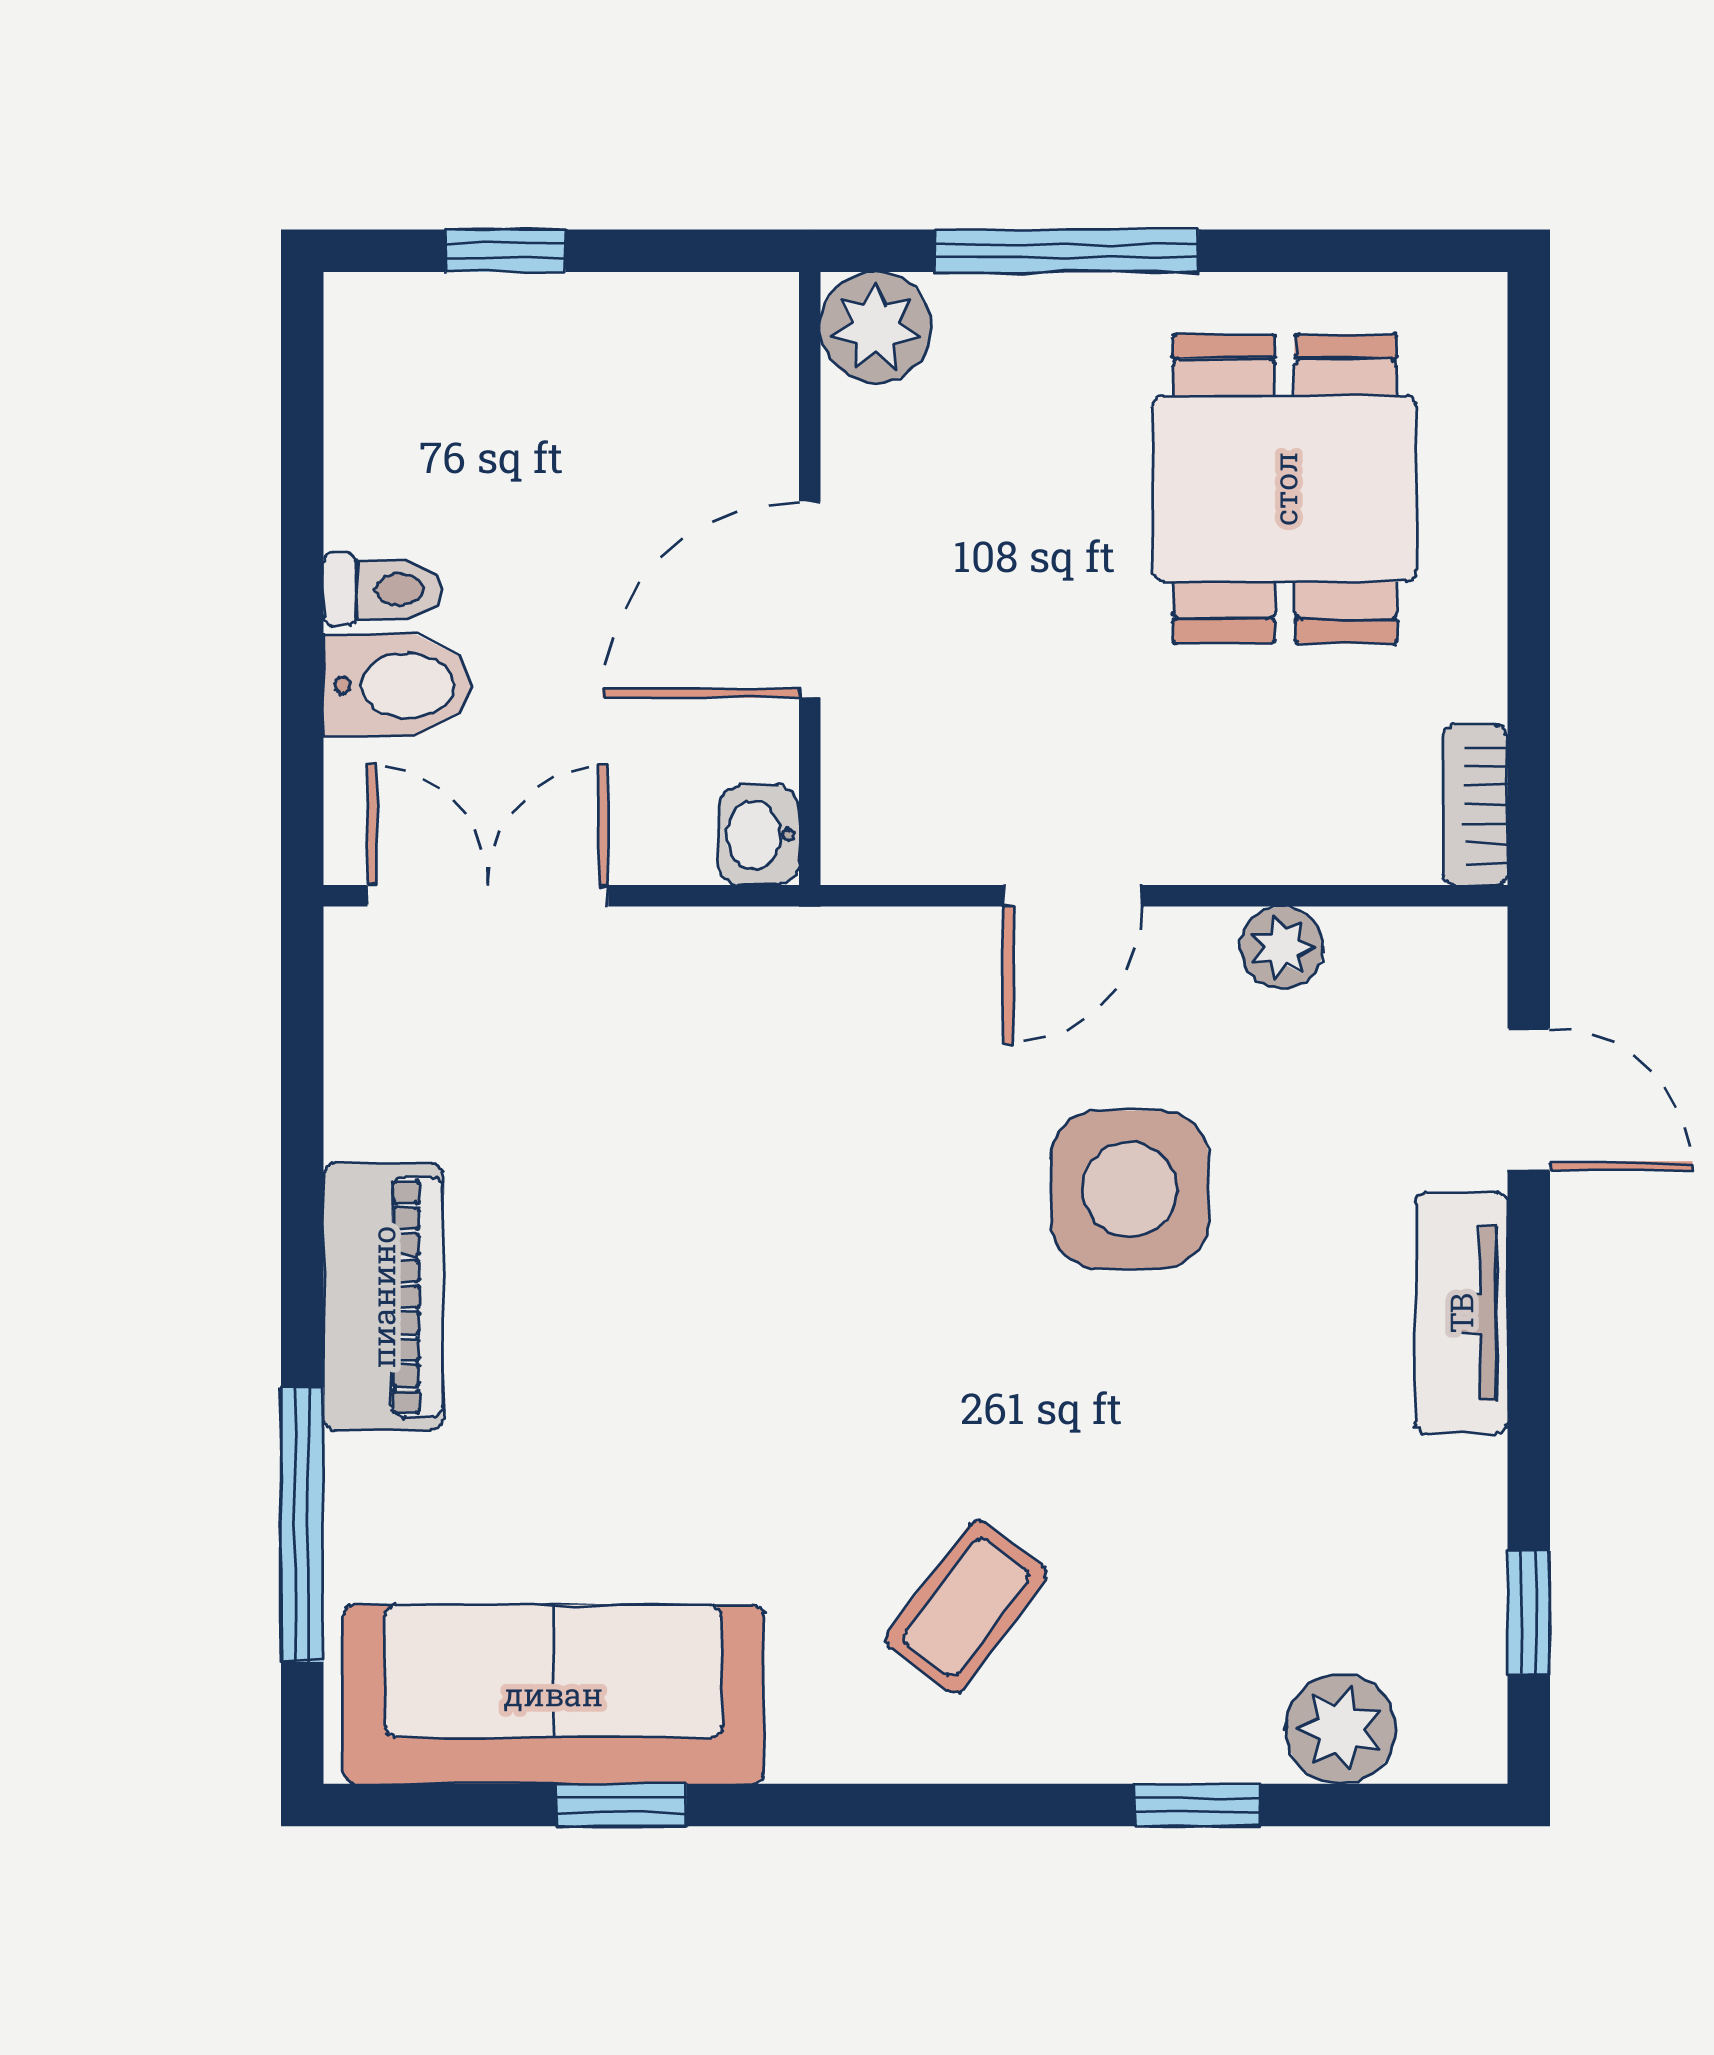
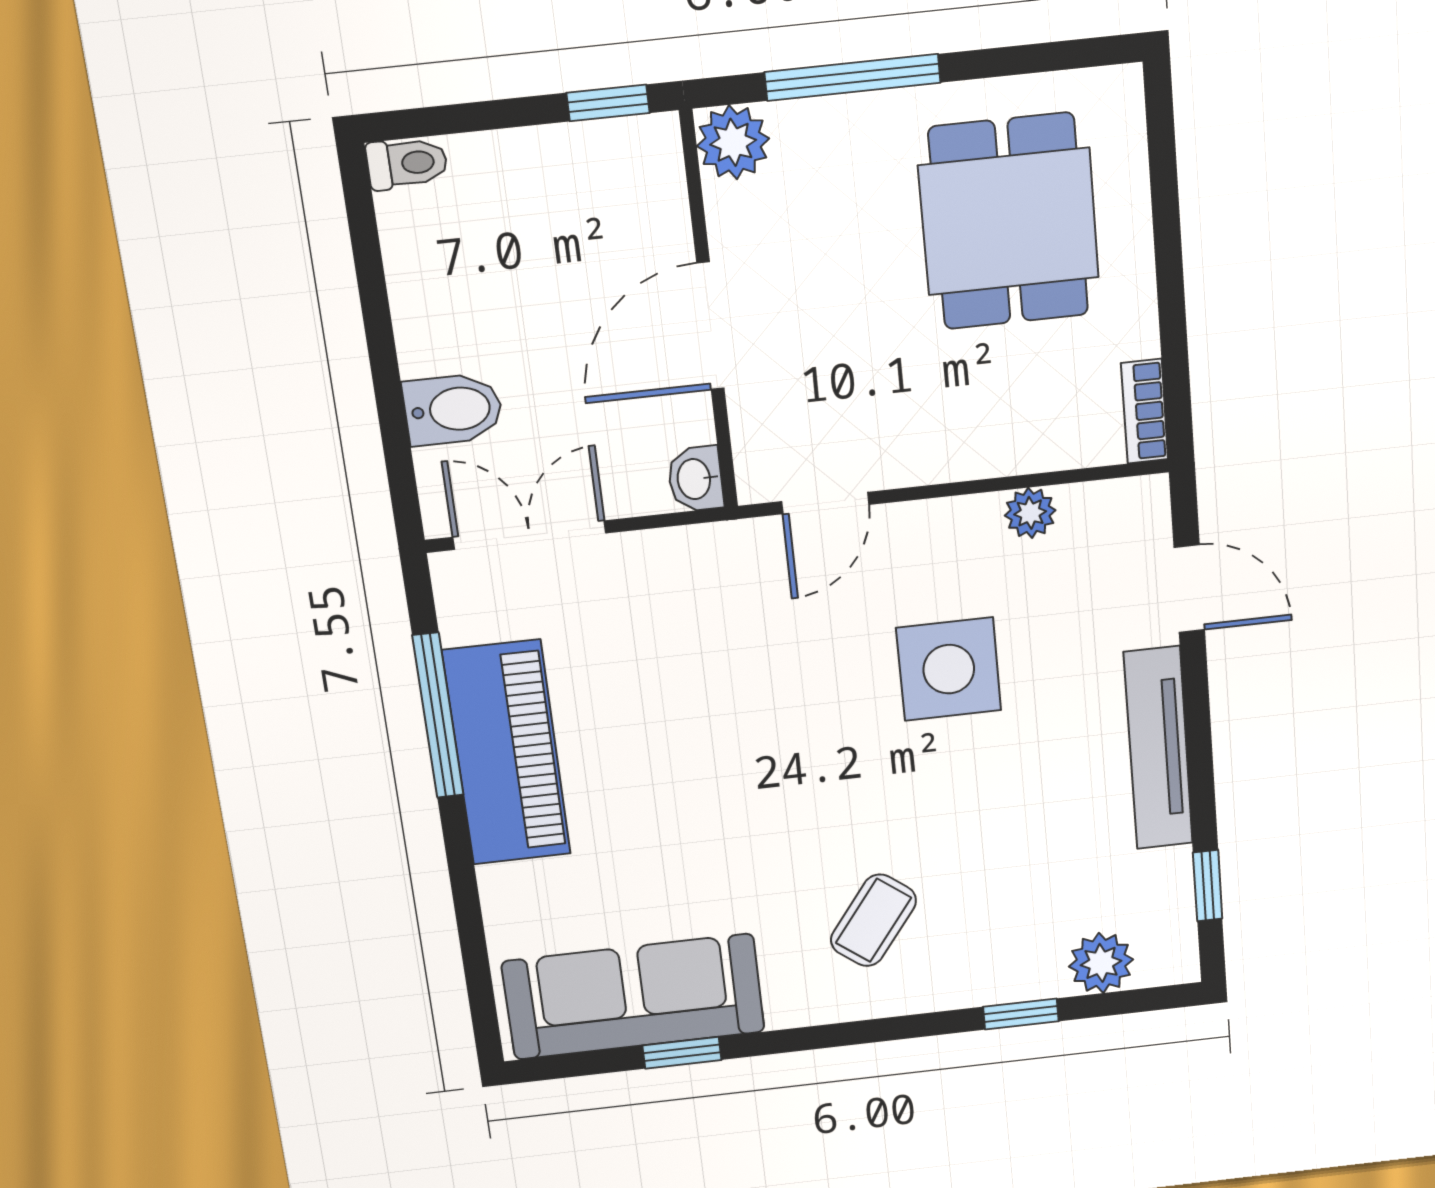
window: (505, 251) -> (608, 103), moved
toilet: (382, 589) -> (407, 163), moved
door: (1072, 896) -> (825, 503), moved
piano: (383, 1297) -> (507, 753), width x1.37, depth x1.33
tv unit: (1461, 1313) -> (1158, 748), width x1.41
window: (302, 1524) -> (438, 716), moved

